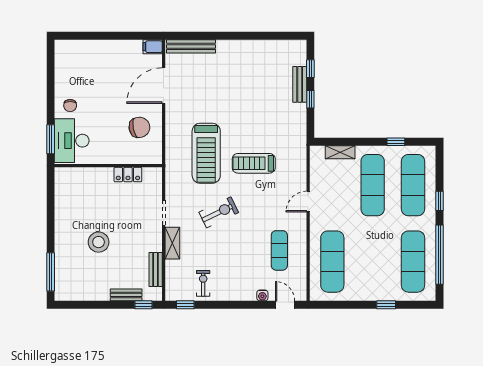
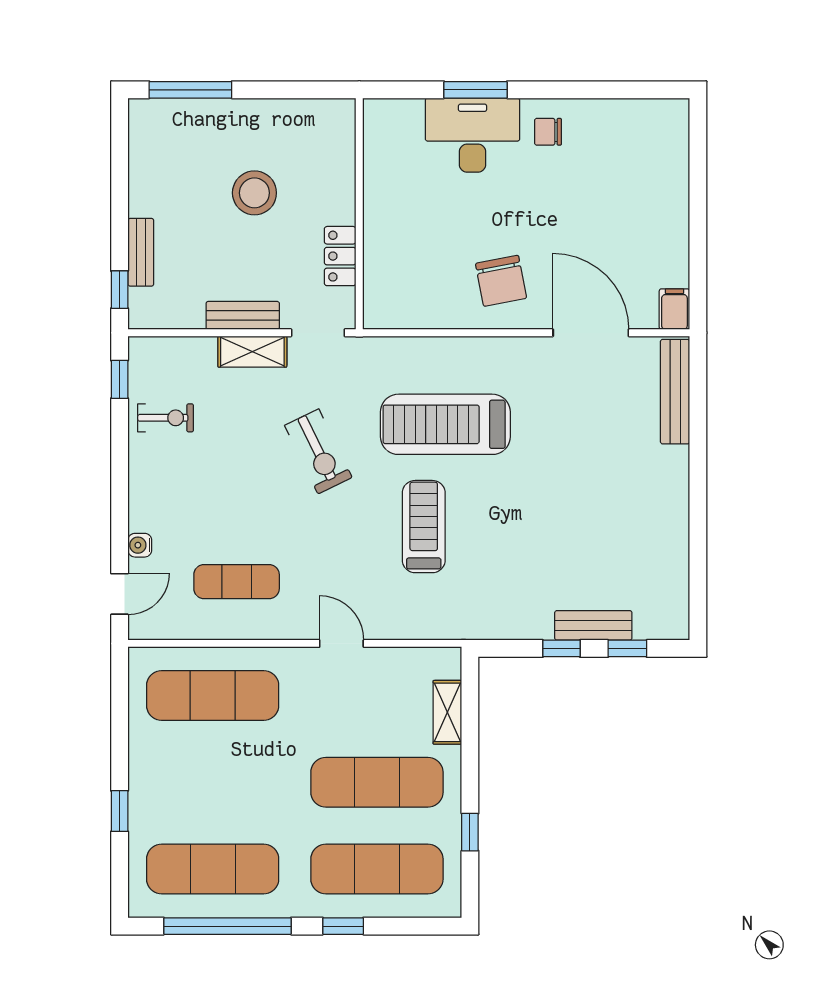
wall: (108, 166) -> (359, 214), moved
locker: (128, 175) -> (340, 256), moved
bench: (156, 270) -> (243, 315), moved

